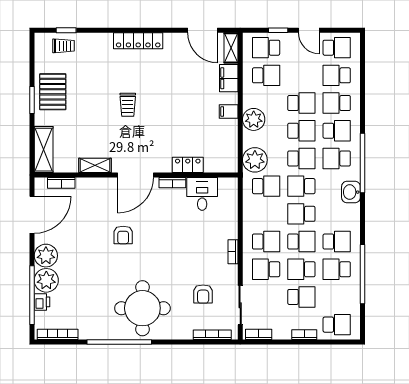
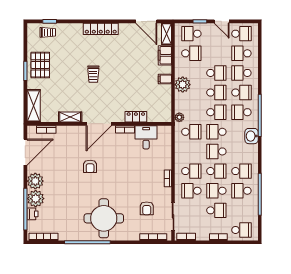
plant: (255, 160) -> (179, 117), width x0.53, depth x0.53

